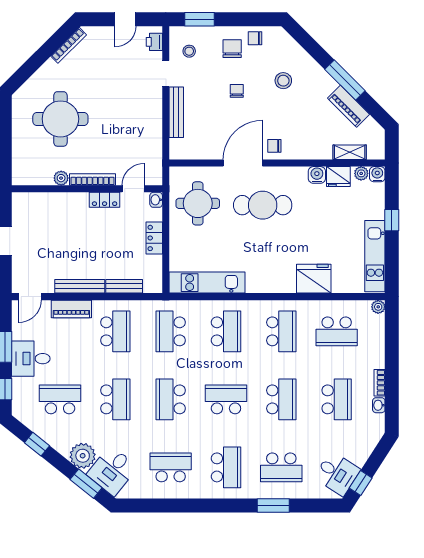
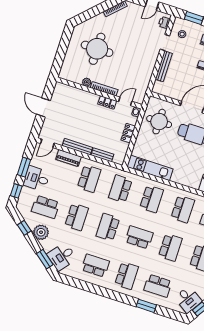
school desk: (60, 399) -> (45, 207), turned 180
plant: (83, 456) -> (41, 232), moved

